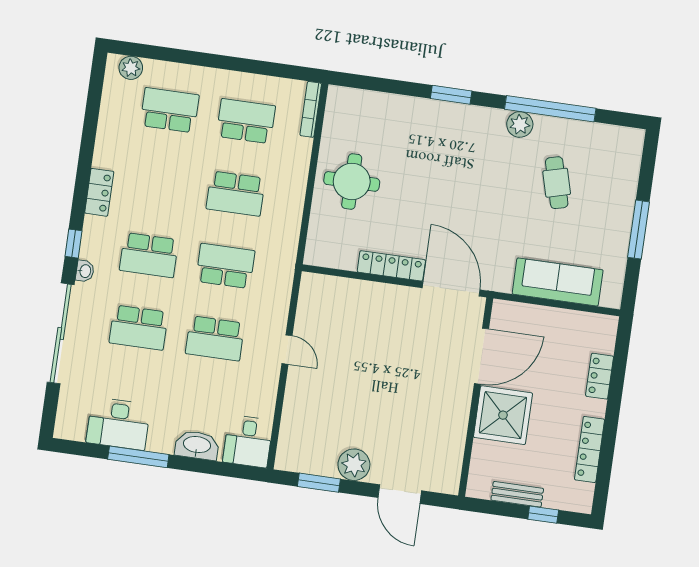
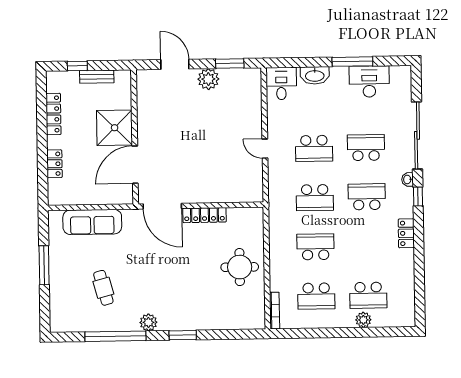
plant: (131, 68) -> (363, 320), moved
plant: (520, 124) -> (148, 322), moved
school desk: (215, 338) -> (314, 148), turned 180

